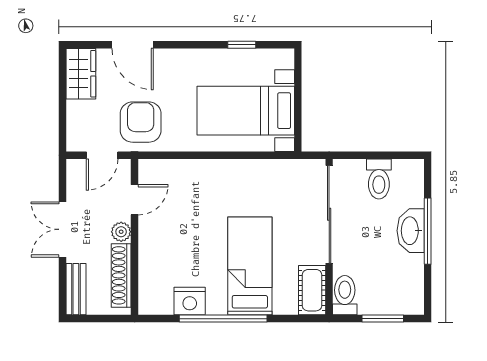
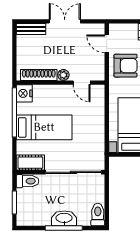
toilet: (379, 179) -> (98, 215), moved, turned 90
door: (135, 200) -> (82, 83), moved
plant: (121, 232) -> (63, 75), moved
wall: (135, 237) -> (61, 83), moved
shoe rack: (121, 275) -> (39, 75), moved

